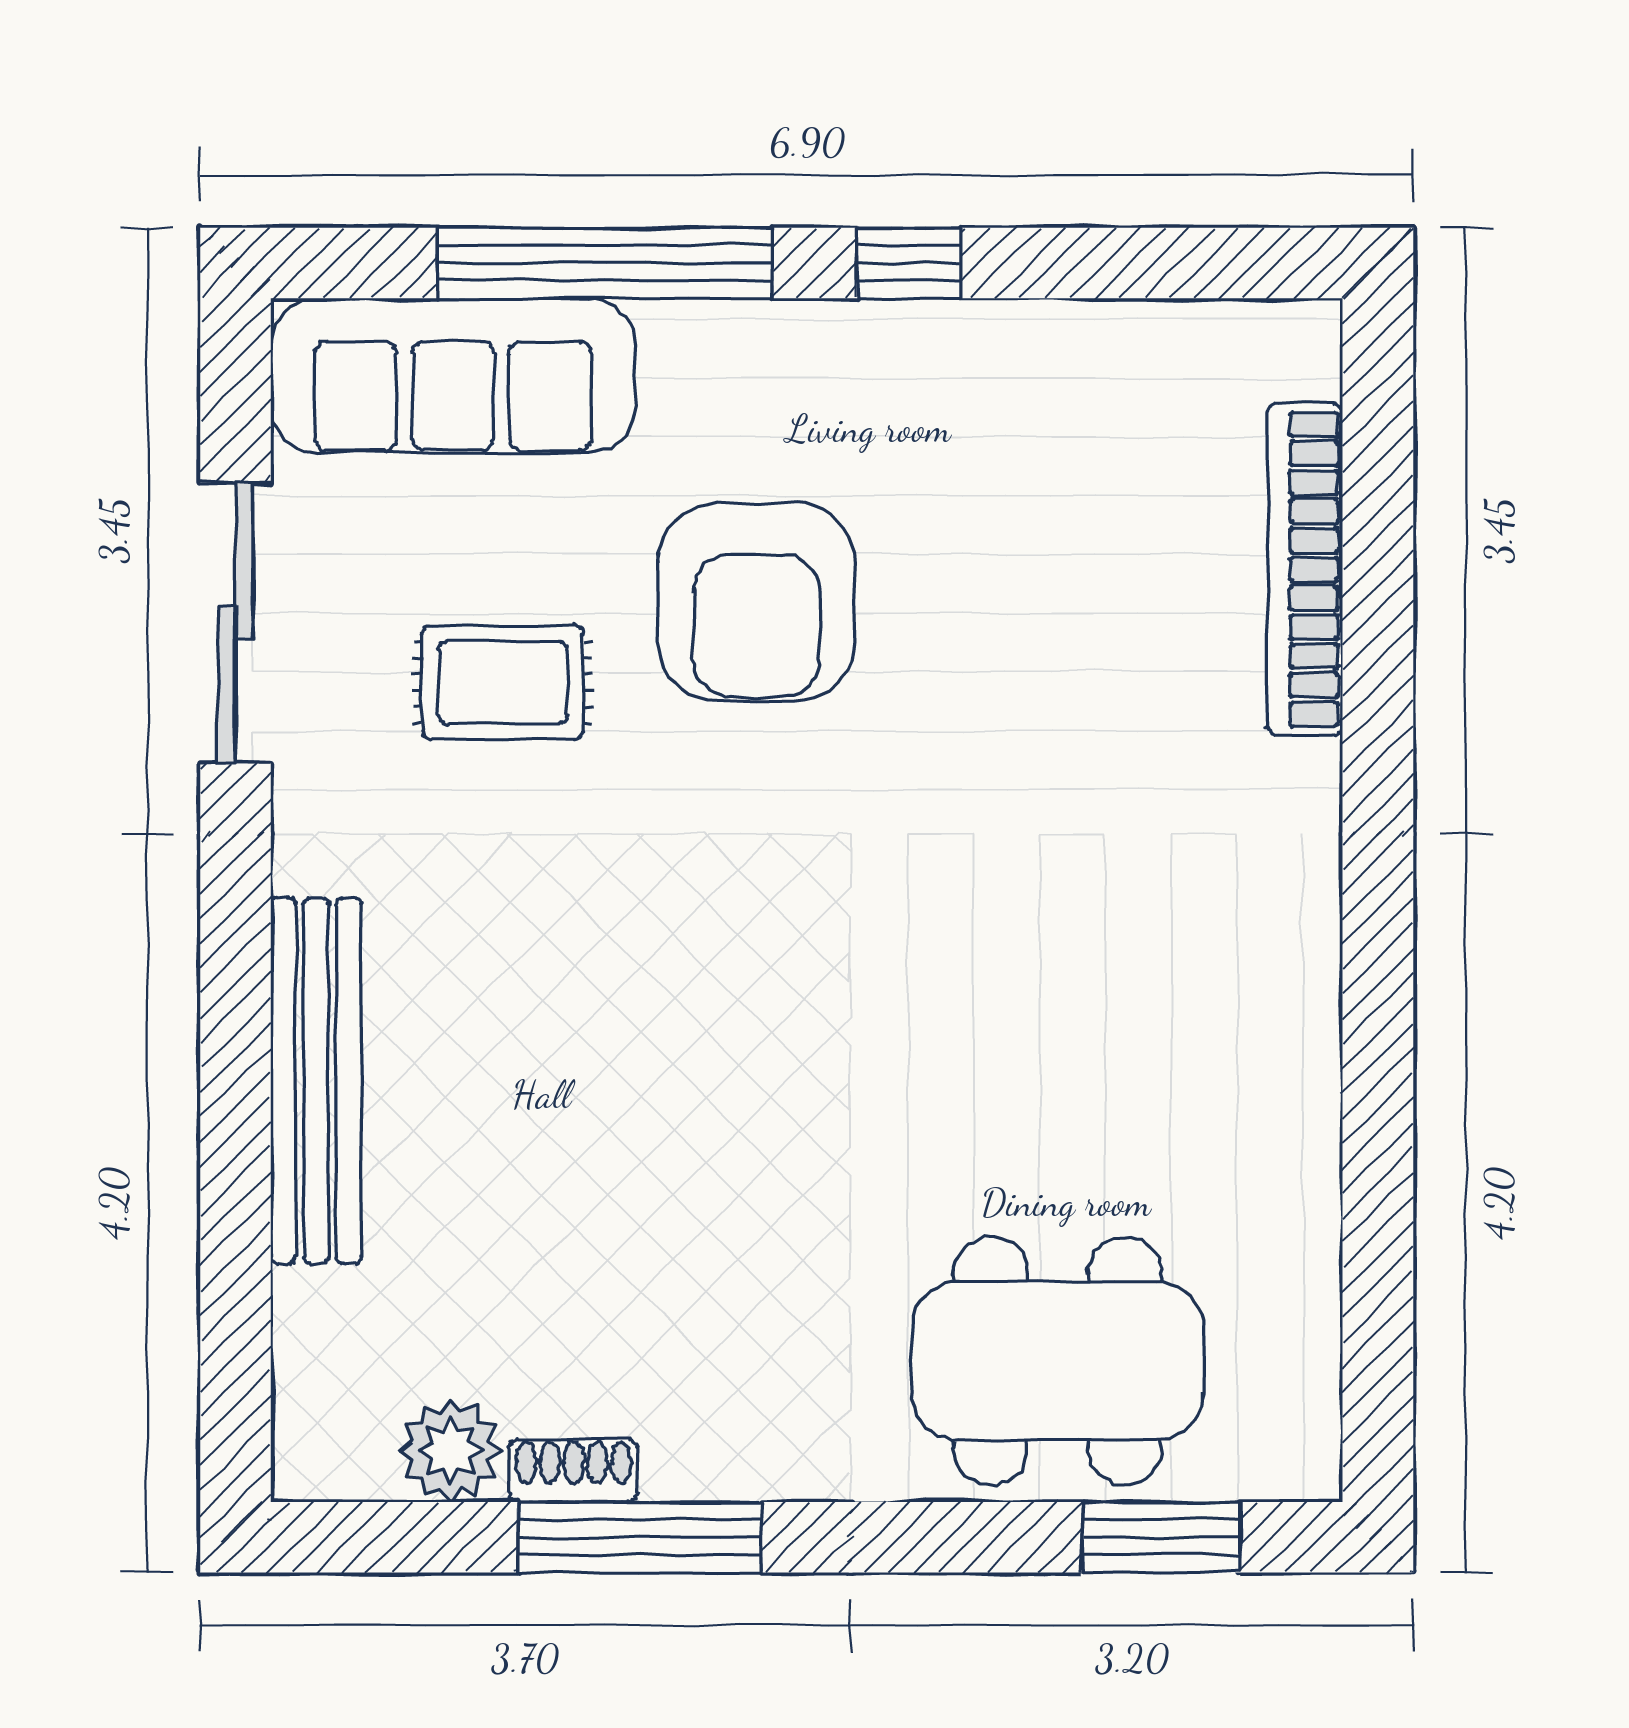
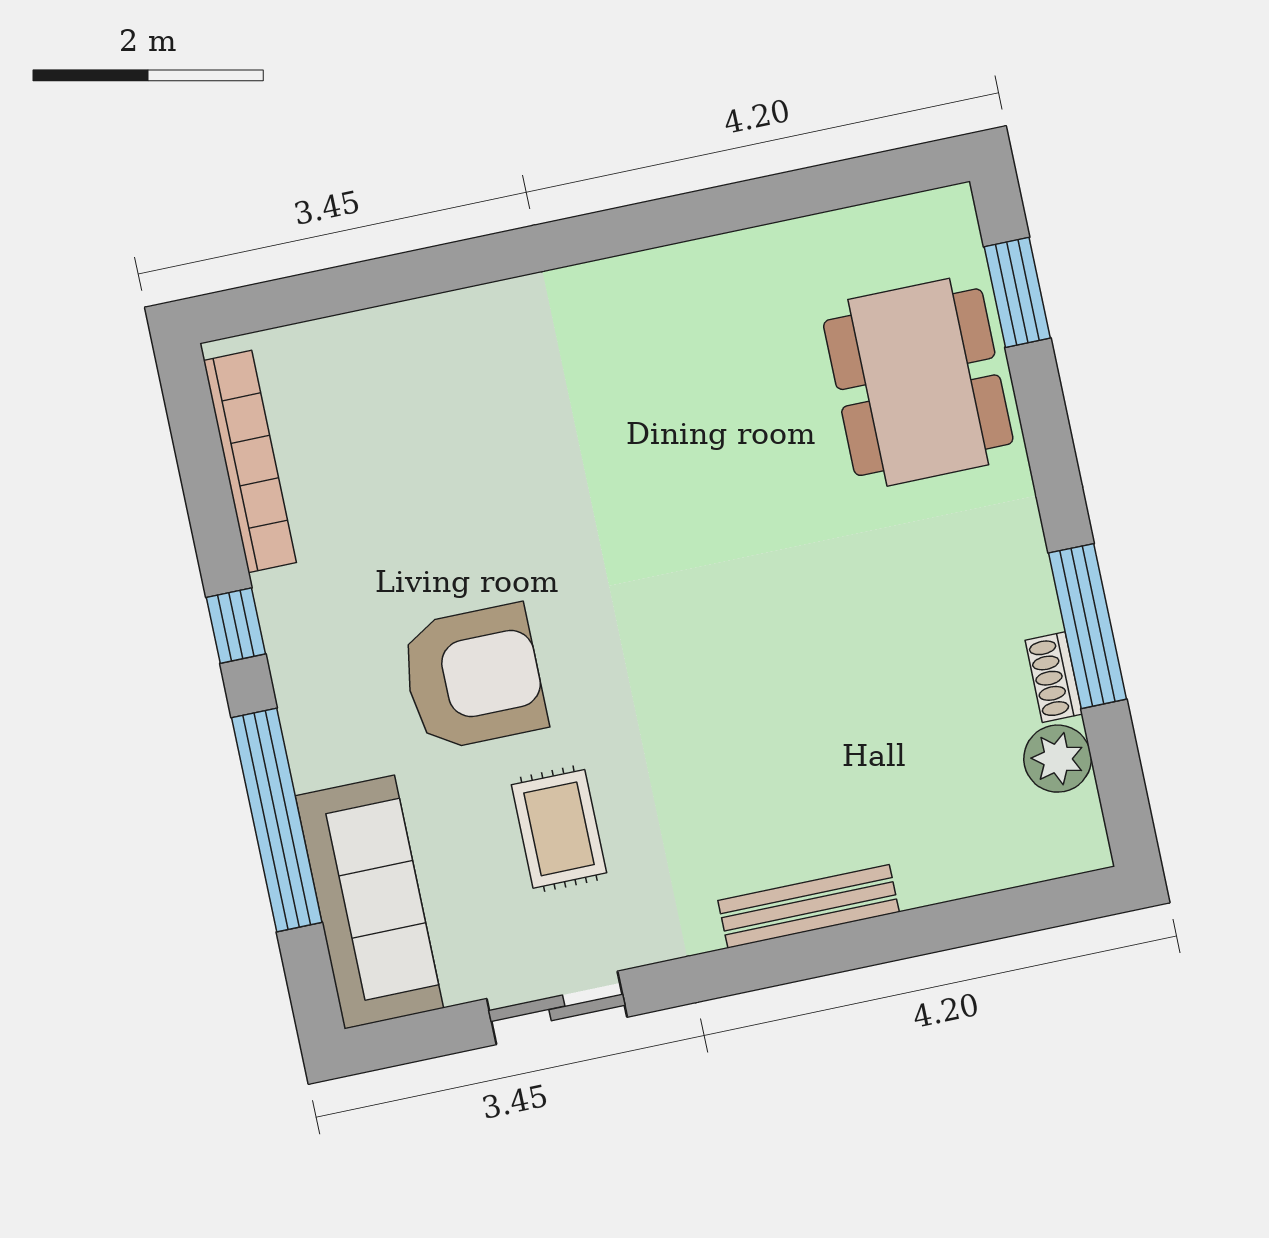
bookcase: (1305, 569) -> (250, 461), moved, turned -90
sliding door: (235, 623) -> (557, 1008), width x0.73
bench: (316, 1081) -> (809, 906), width x0.73, depth x0.82

